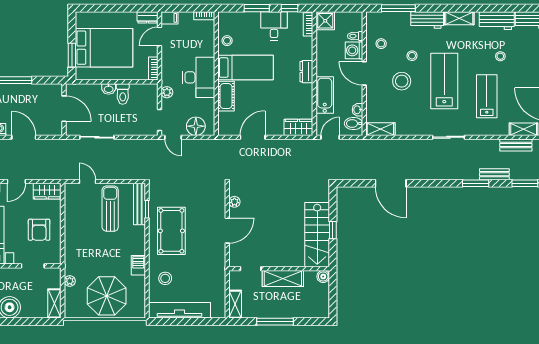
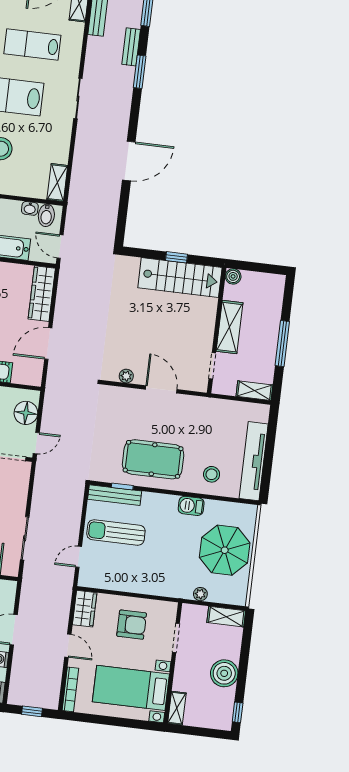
wardrobe: (298, 127) -> (42, 294), width x1.50
door: (253, 137) -> (48, 344), hinge flipped
door: (391, 183) -> (129, 161), moved

